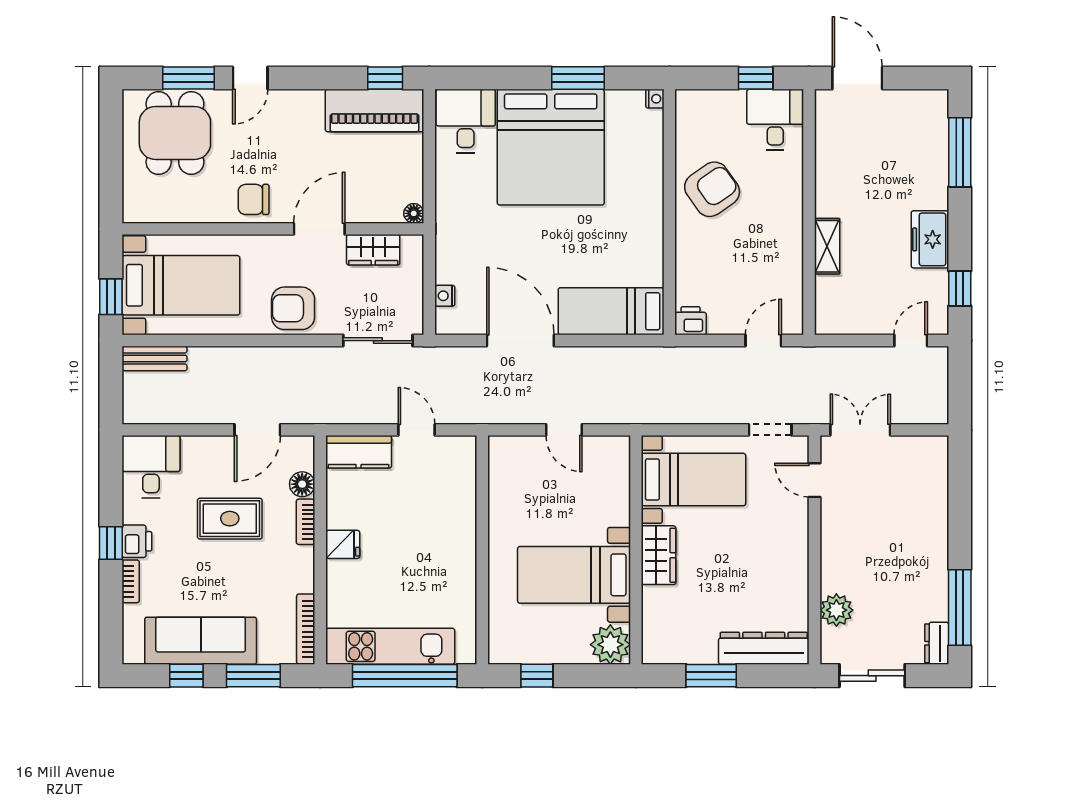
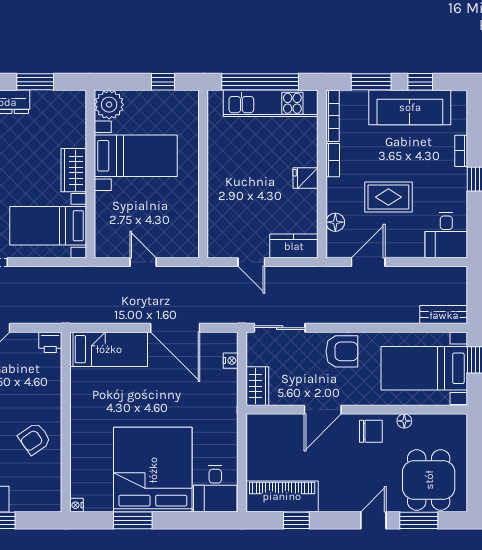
window: (385, 78) -> (296, 520), moved
armchair: (712, 189) -> (34, 439), width x0.72, depth x0.72
floor lamp: (414, 213) -> (404, 421), moved
wardrobe: (373, 250) -> (257, 386), moved, turned 90
bookcase: (306, 522) -> (333, 160), moved
printer: (137, 541) -> (457, 180), removed

